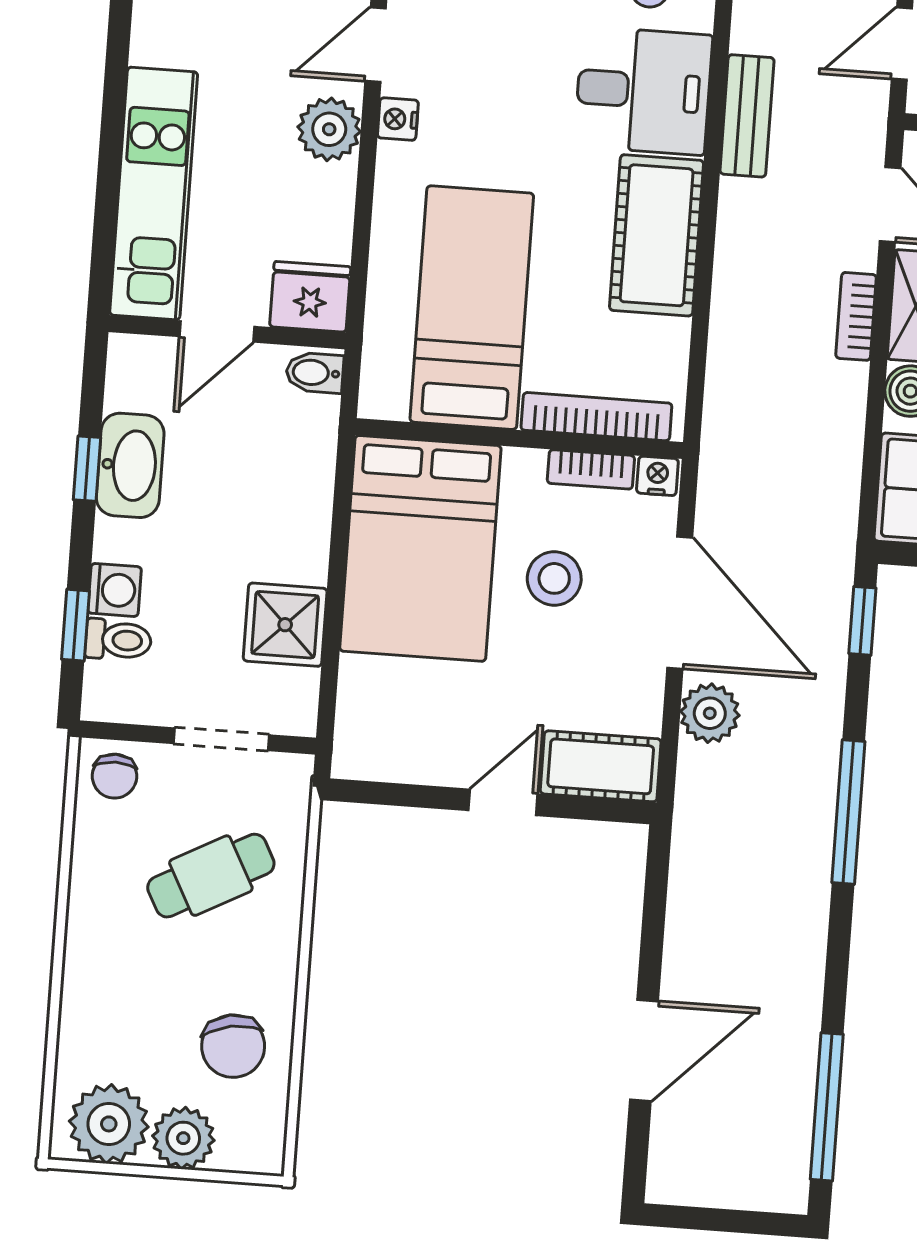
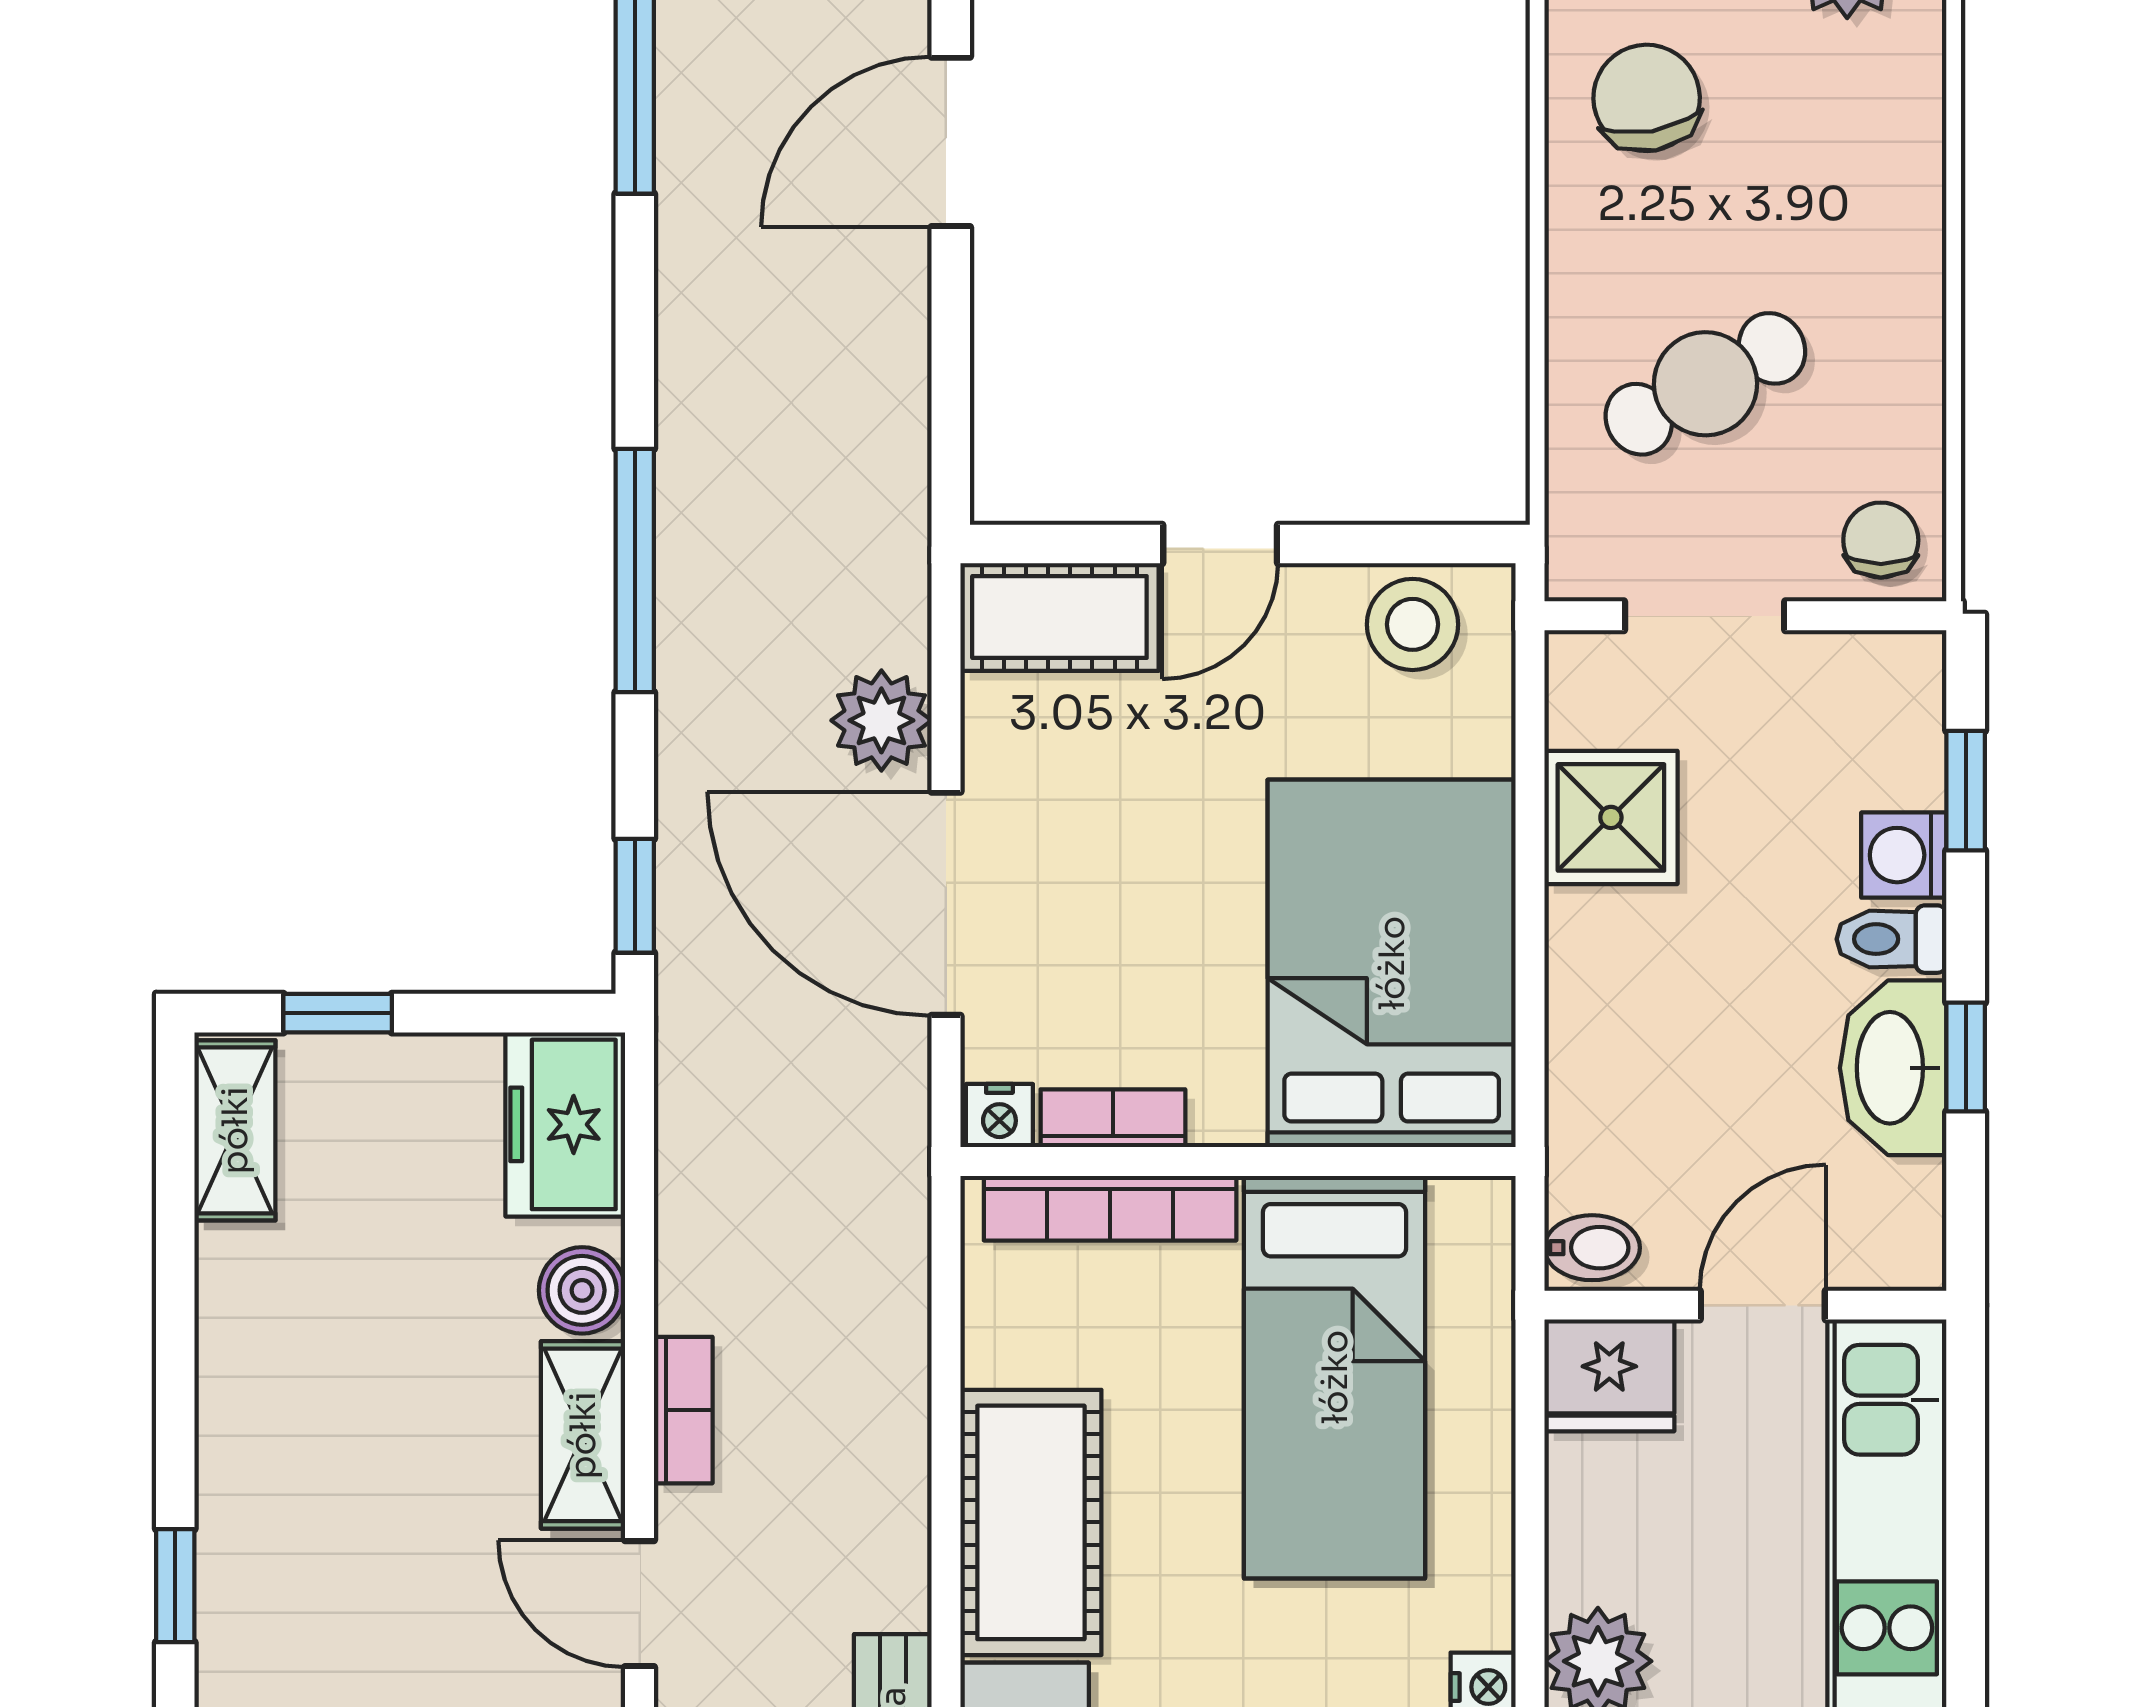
stool: (554, 578) -> (1413, 624), moved
toilet: (118, 640) -> (1891, 939), moved

